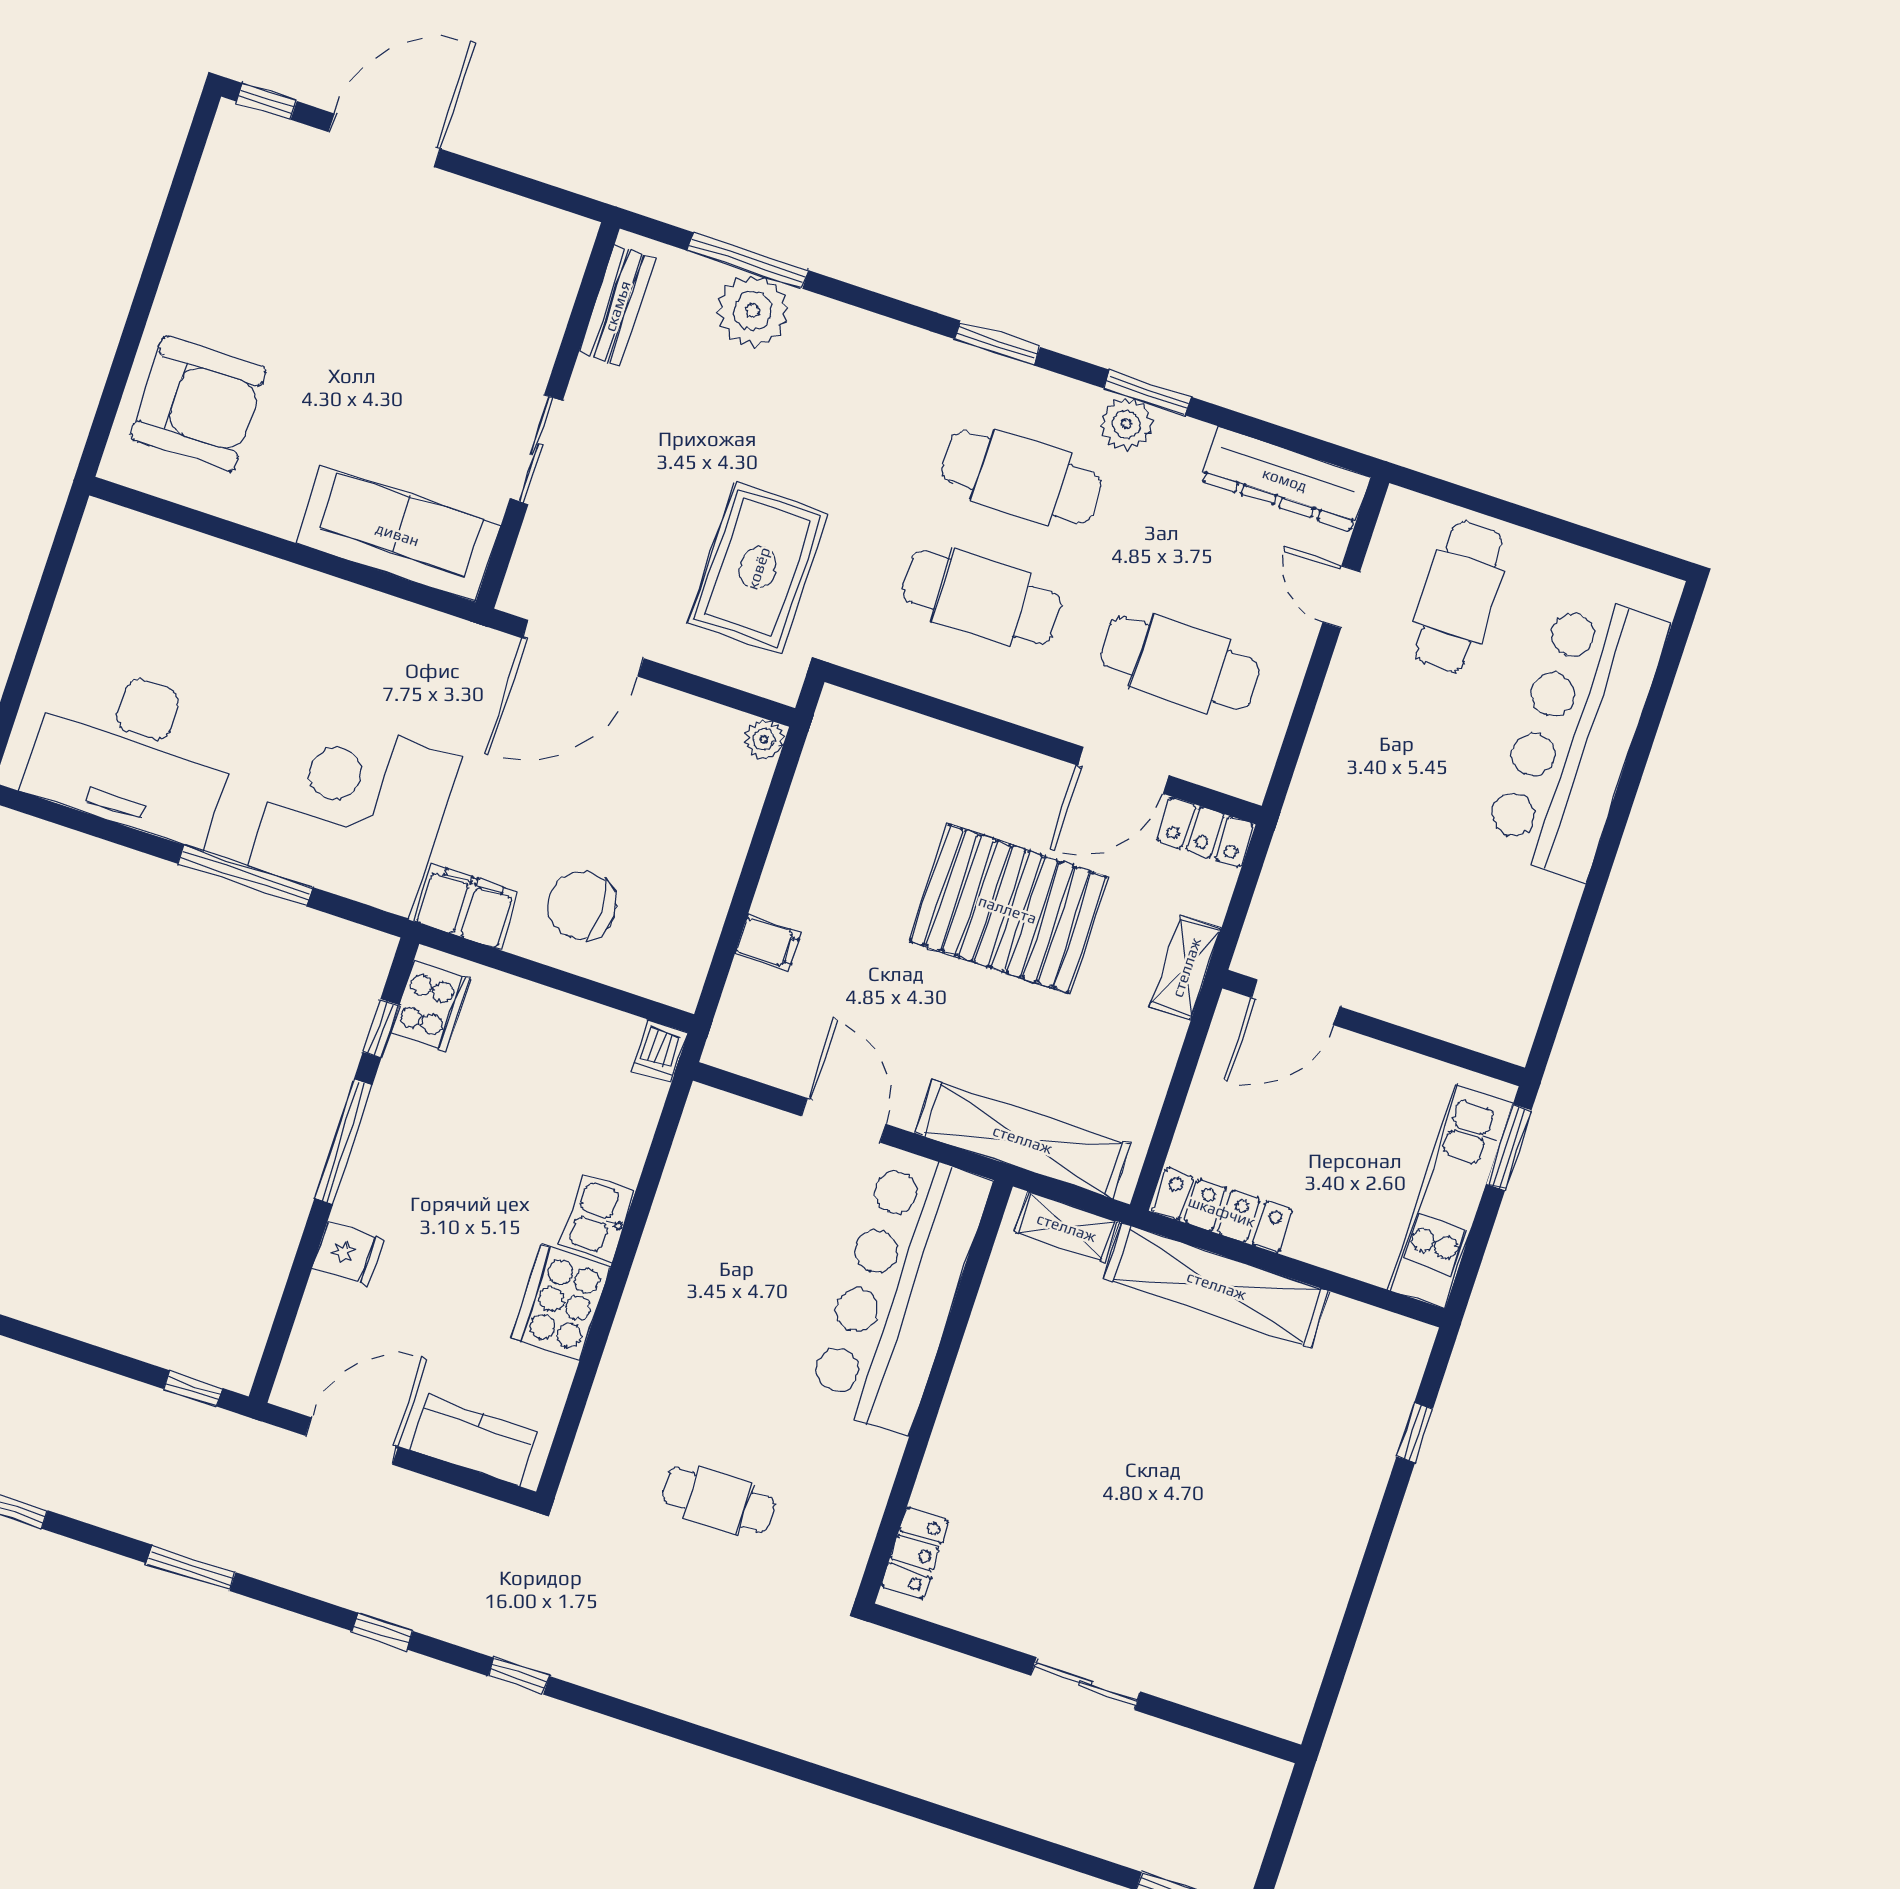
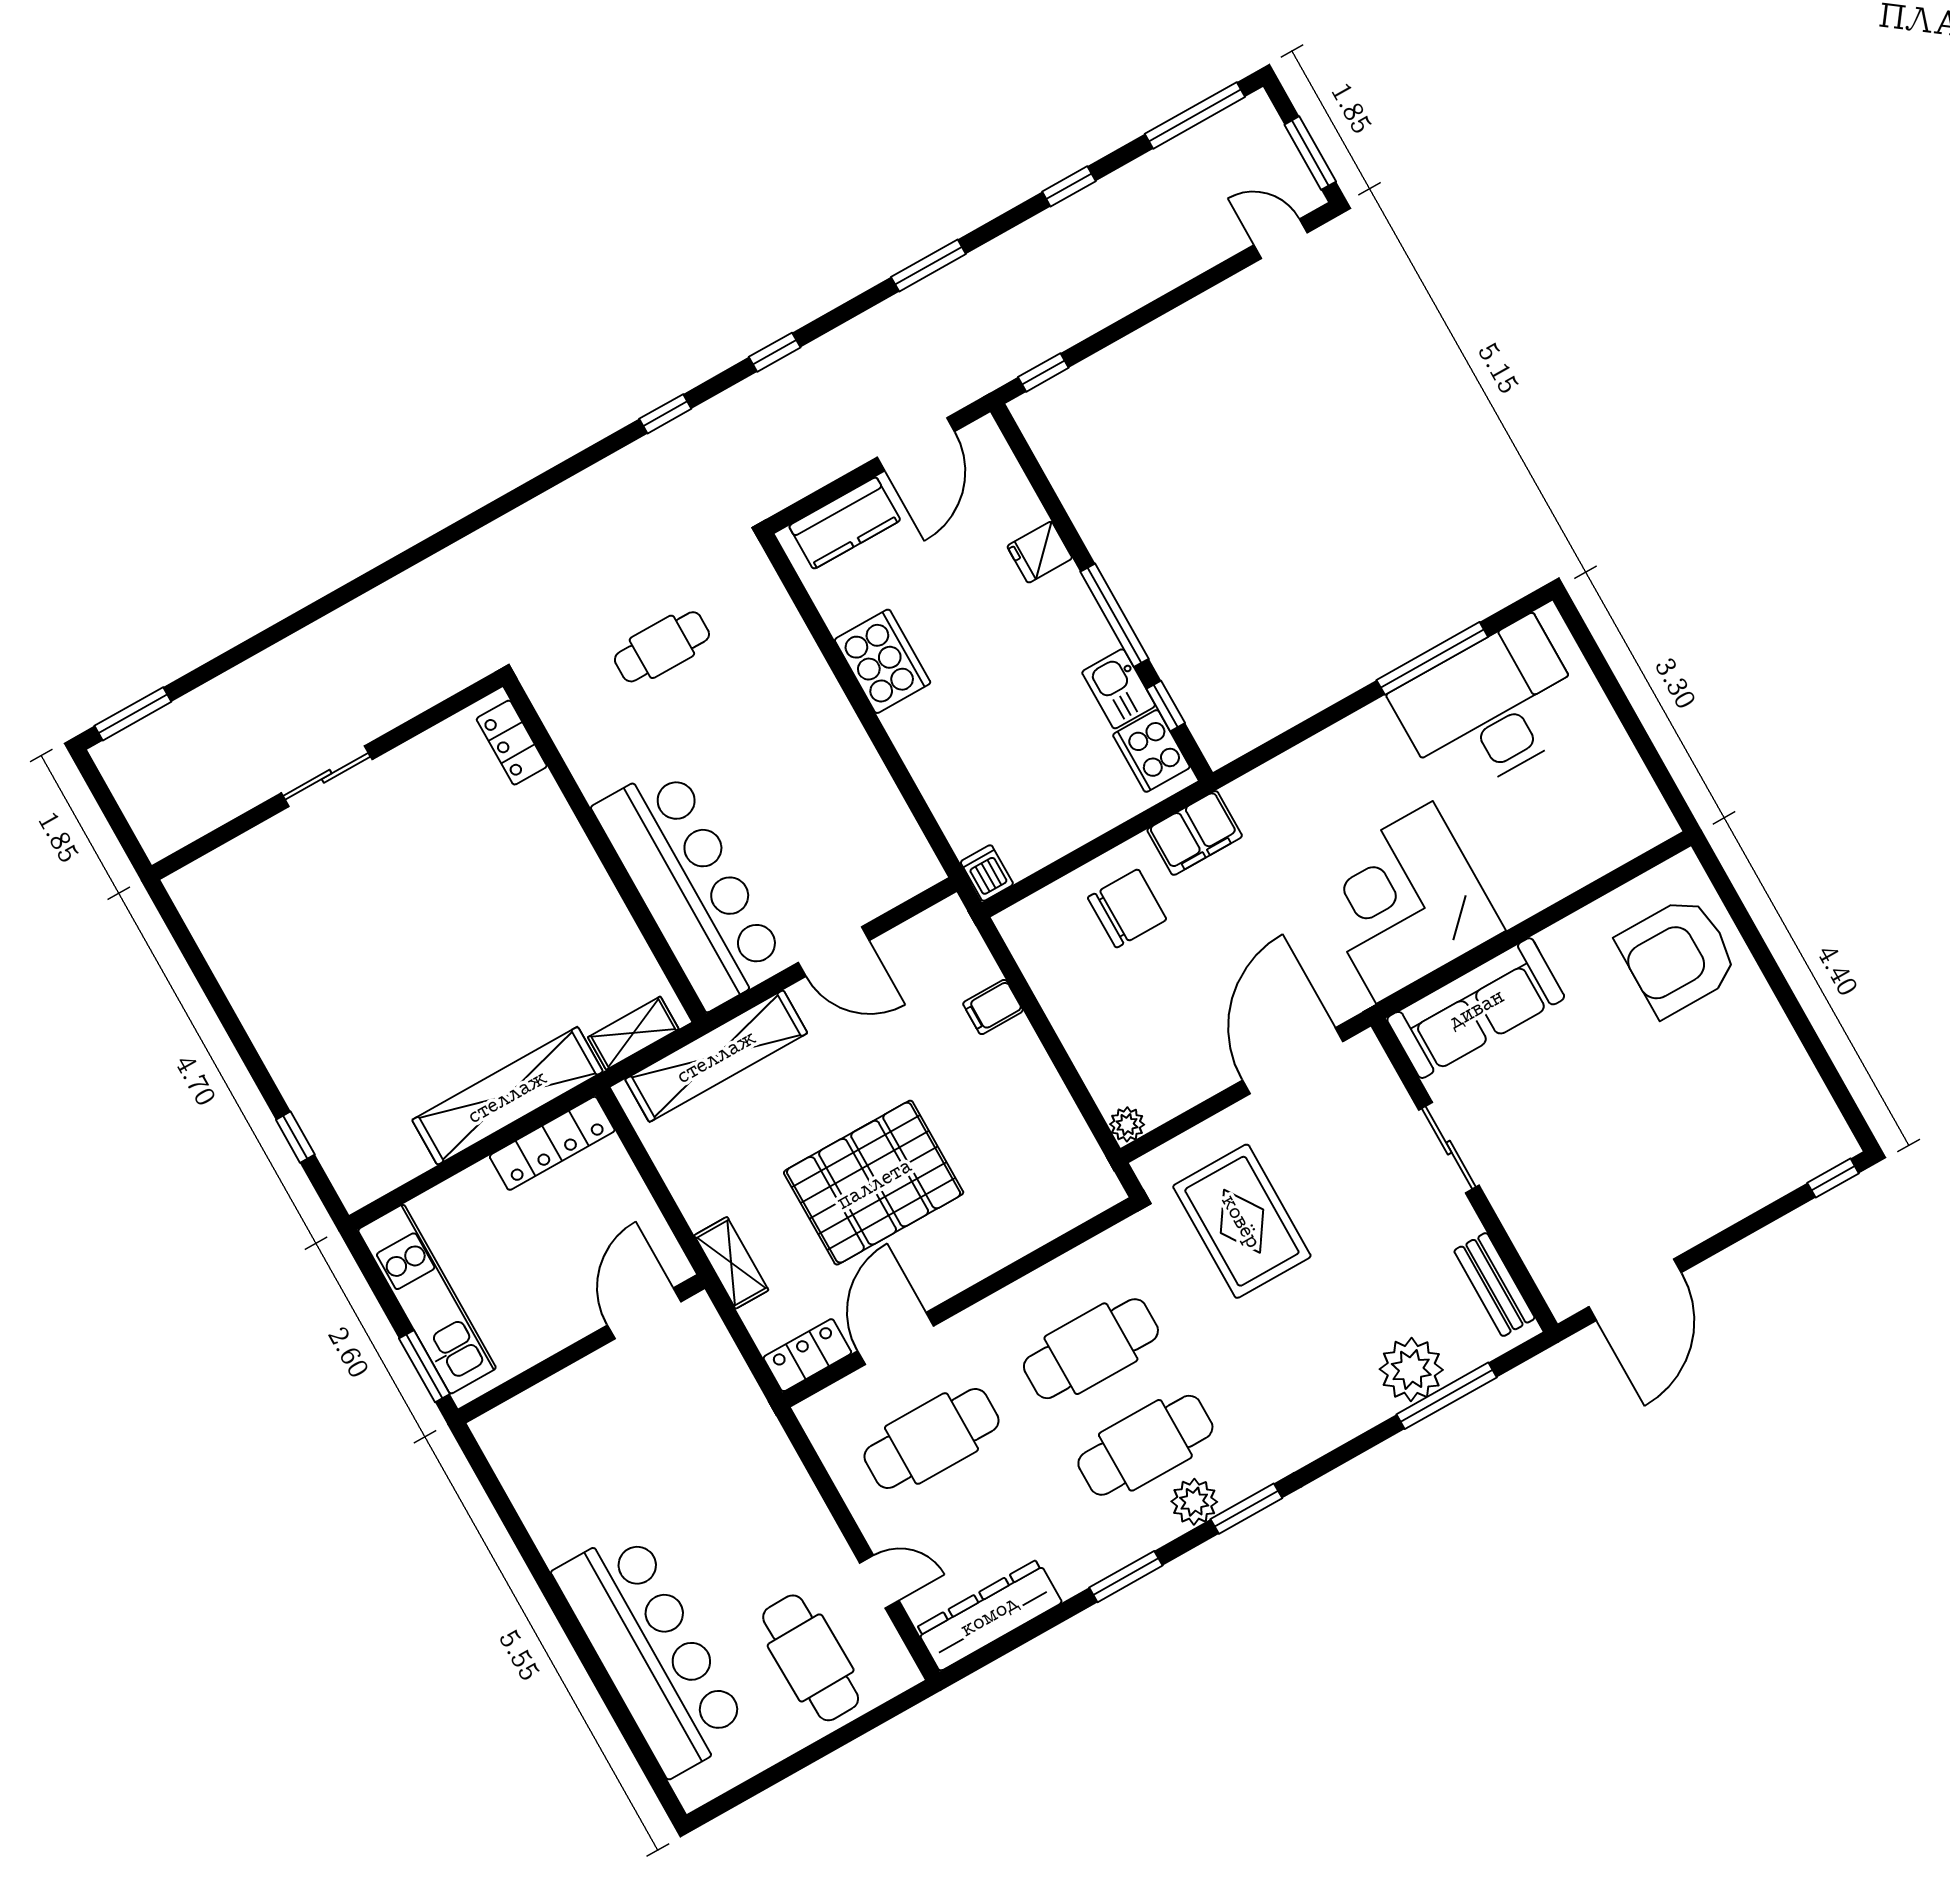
door: (384, 140) -> (1635, 1290), moved
plant: (1126, 424) -> (1194, 1502), moved
corner desk: (355, 812) -> (1405, 902), moved, turned 180
window: (245, 876) -> (1432, 658), moved
kitchen sink: (598, 1219) -> (1119, 689), moved, turned 180

